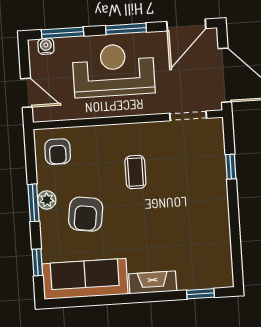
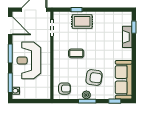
door: (26, 93) -> (37, 101), removed
rug: (206, 181) -> (82, 21), added
fireplace: (153, 282) -> (127, 37), moved

